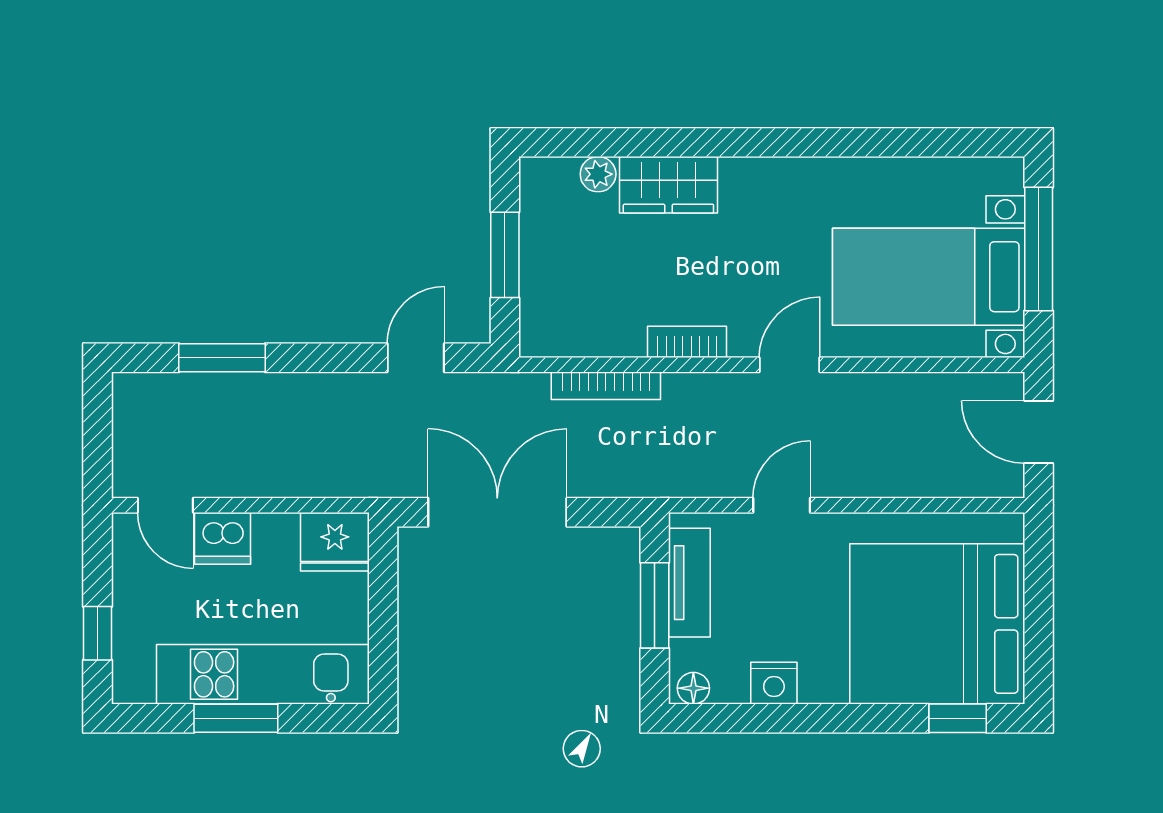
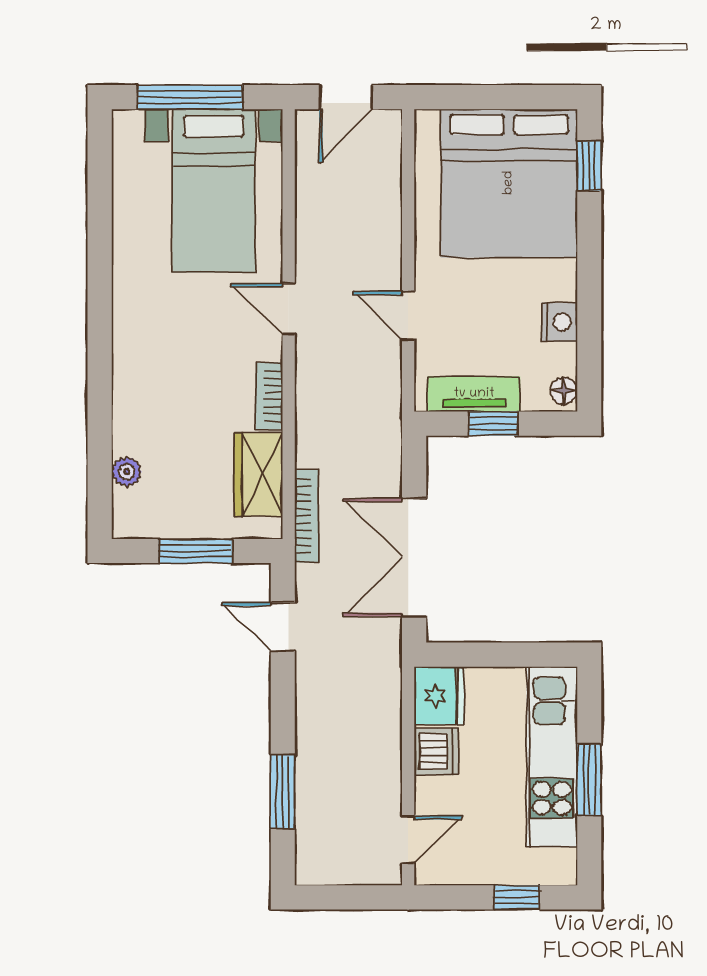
wardrobe: (668, 185) -> (259, 474), moved, turned 180
bookcase: (606, 386) -> (307, 516), moved
dishwasher: (223, 538) -> (436, 752), moved
window: (655, 605) -> (493, 424), width x0.67

